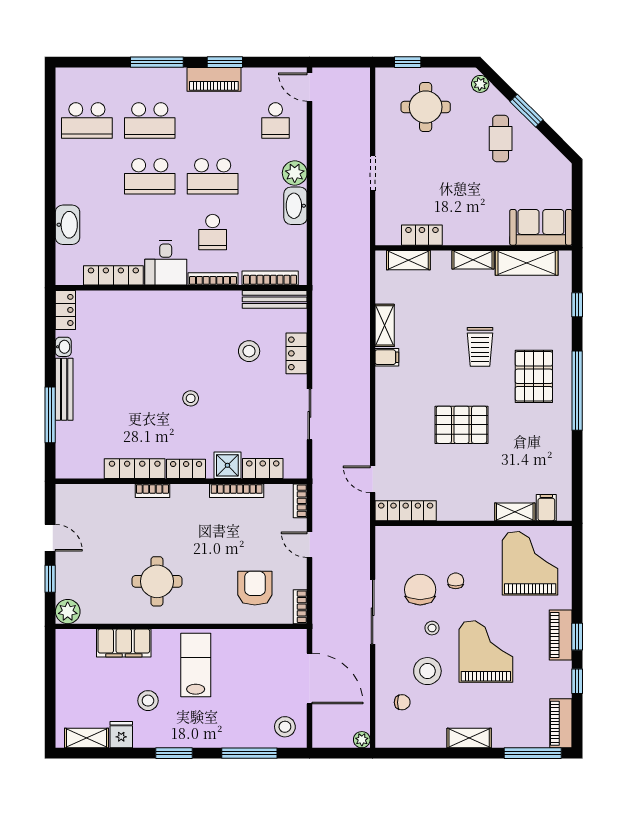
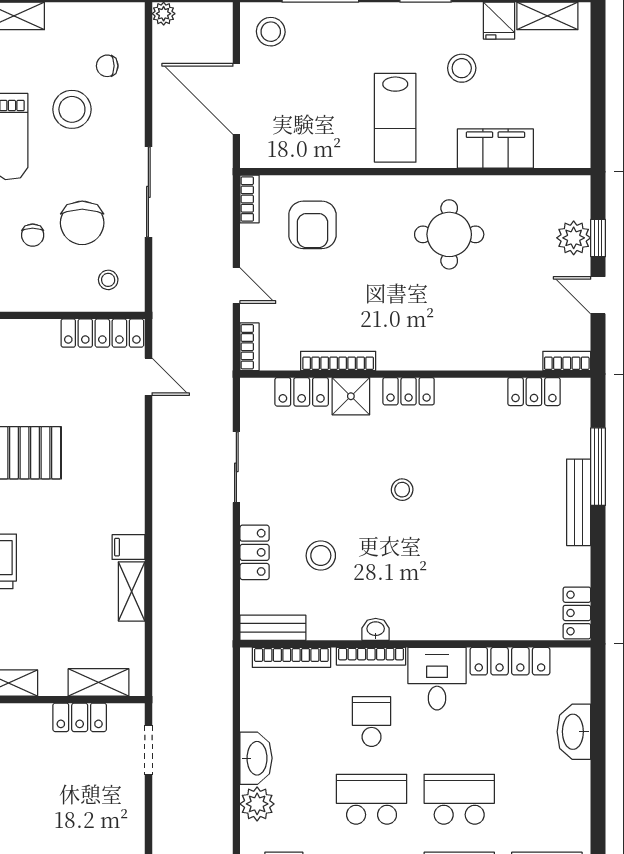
doorway: (373, 173) -> (148, 750), moved
bench: (275, 299) -> (273, 628), width x0.73
washbasin: (63, 347) -> (376, 629), moved, turned 90
locker: (135, 469) -> (534, 392), moved, width x0.66
bookcase: (152, 491) -> (567, 361), moved
plant: (68, 612) -> (574, 238), moved
stool: (432, 628) -> (108, 280), moved

